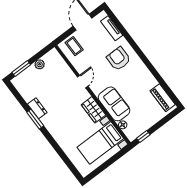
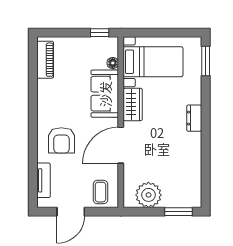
plant: (40, 64) -> (148, 195), width x1.88, depth x1.88
door: (83, 82) -> (121, 145), width x1.88
dresser: (37, 108) -> (194, 118), moved
window: (35, 119) -> (206, 61), moved

